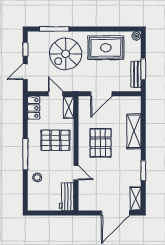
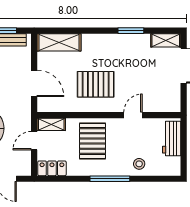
shelving: (134, 131) -> (59, 42), moved
workbench: (67, 197) -> (172, 139), moved, turned 90

